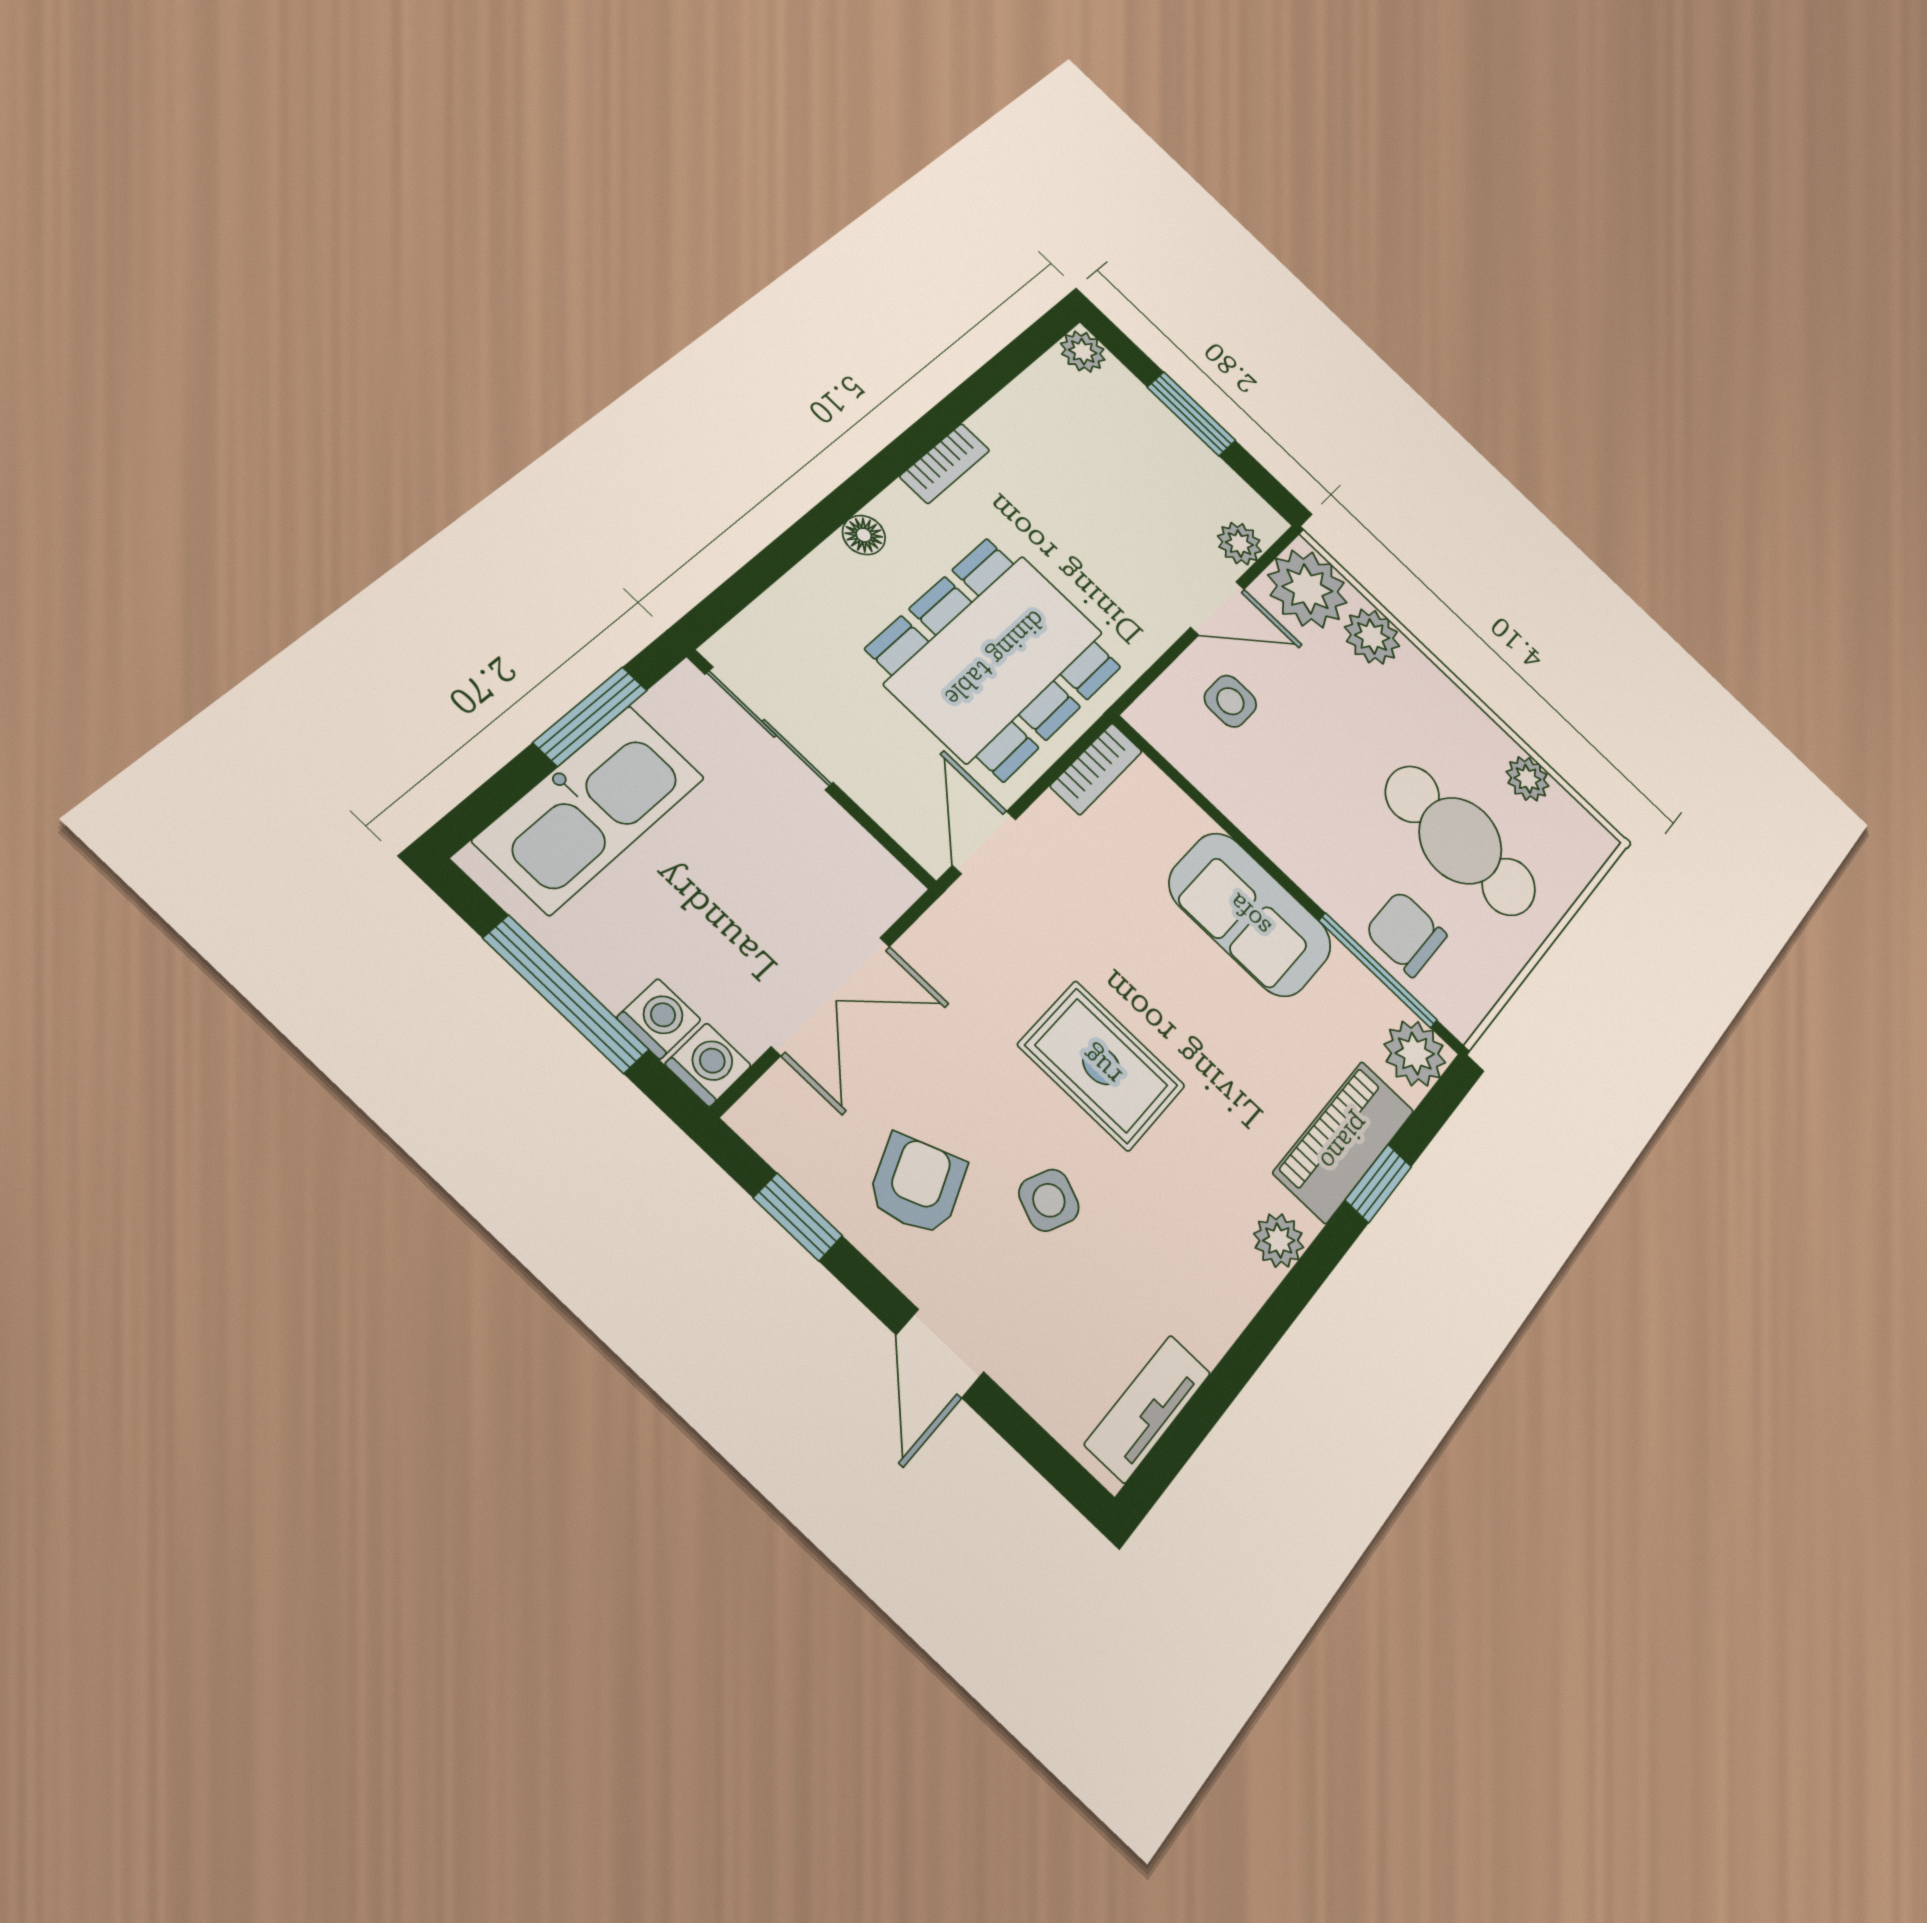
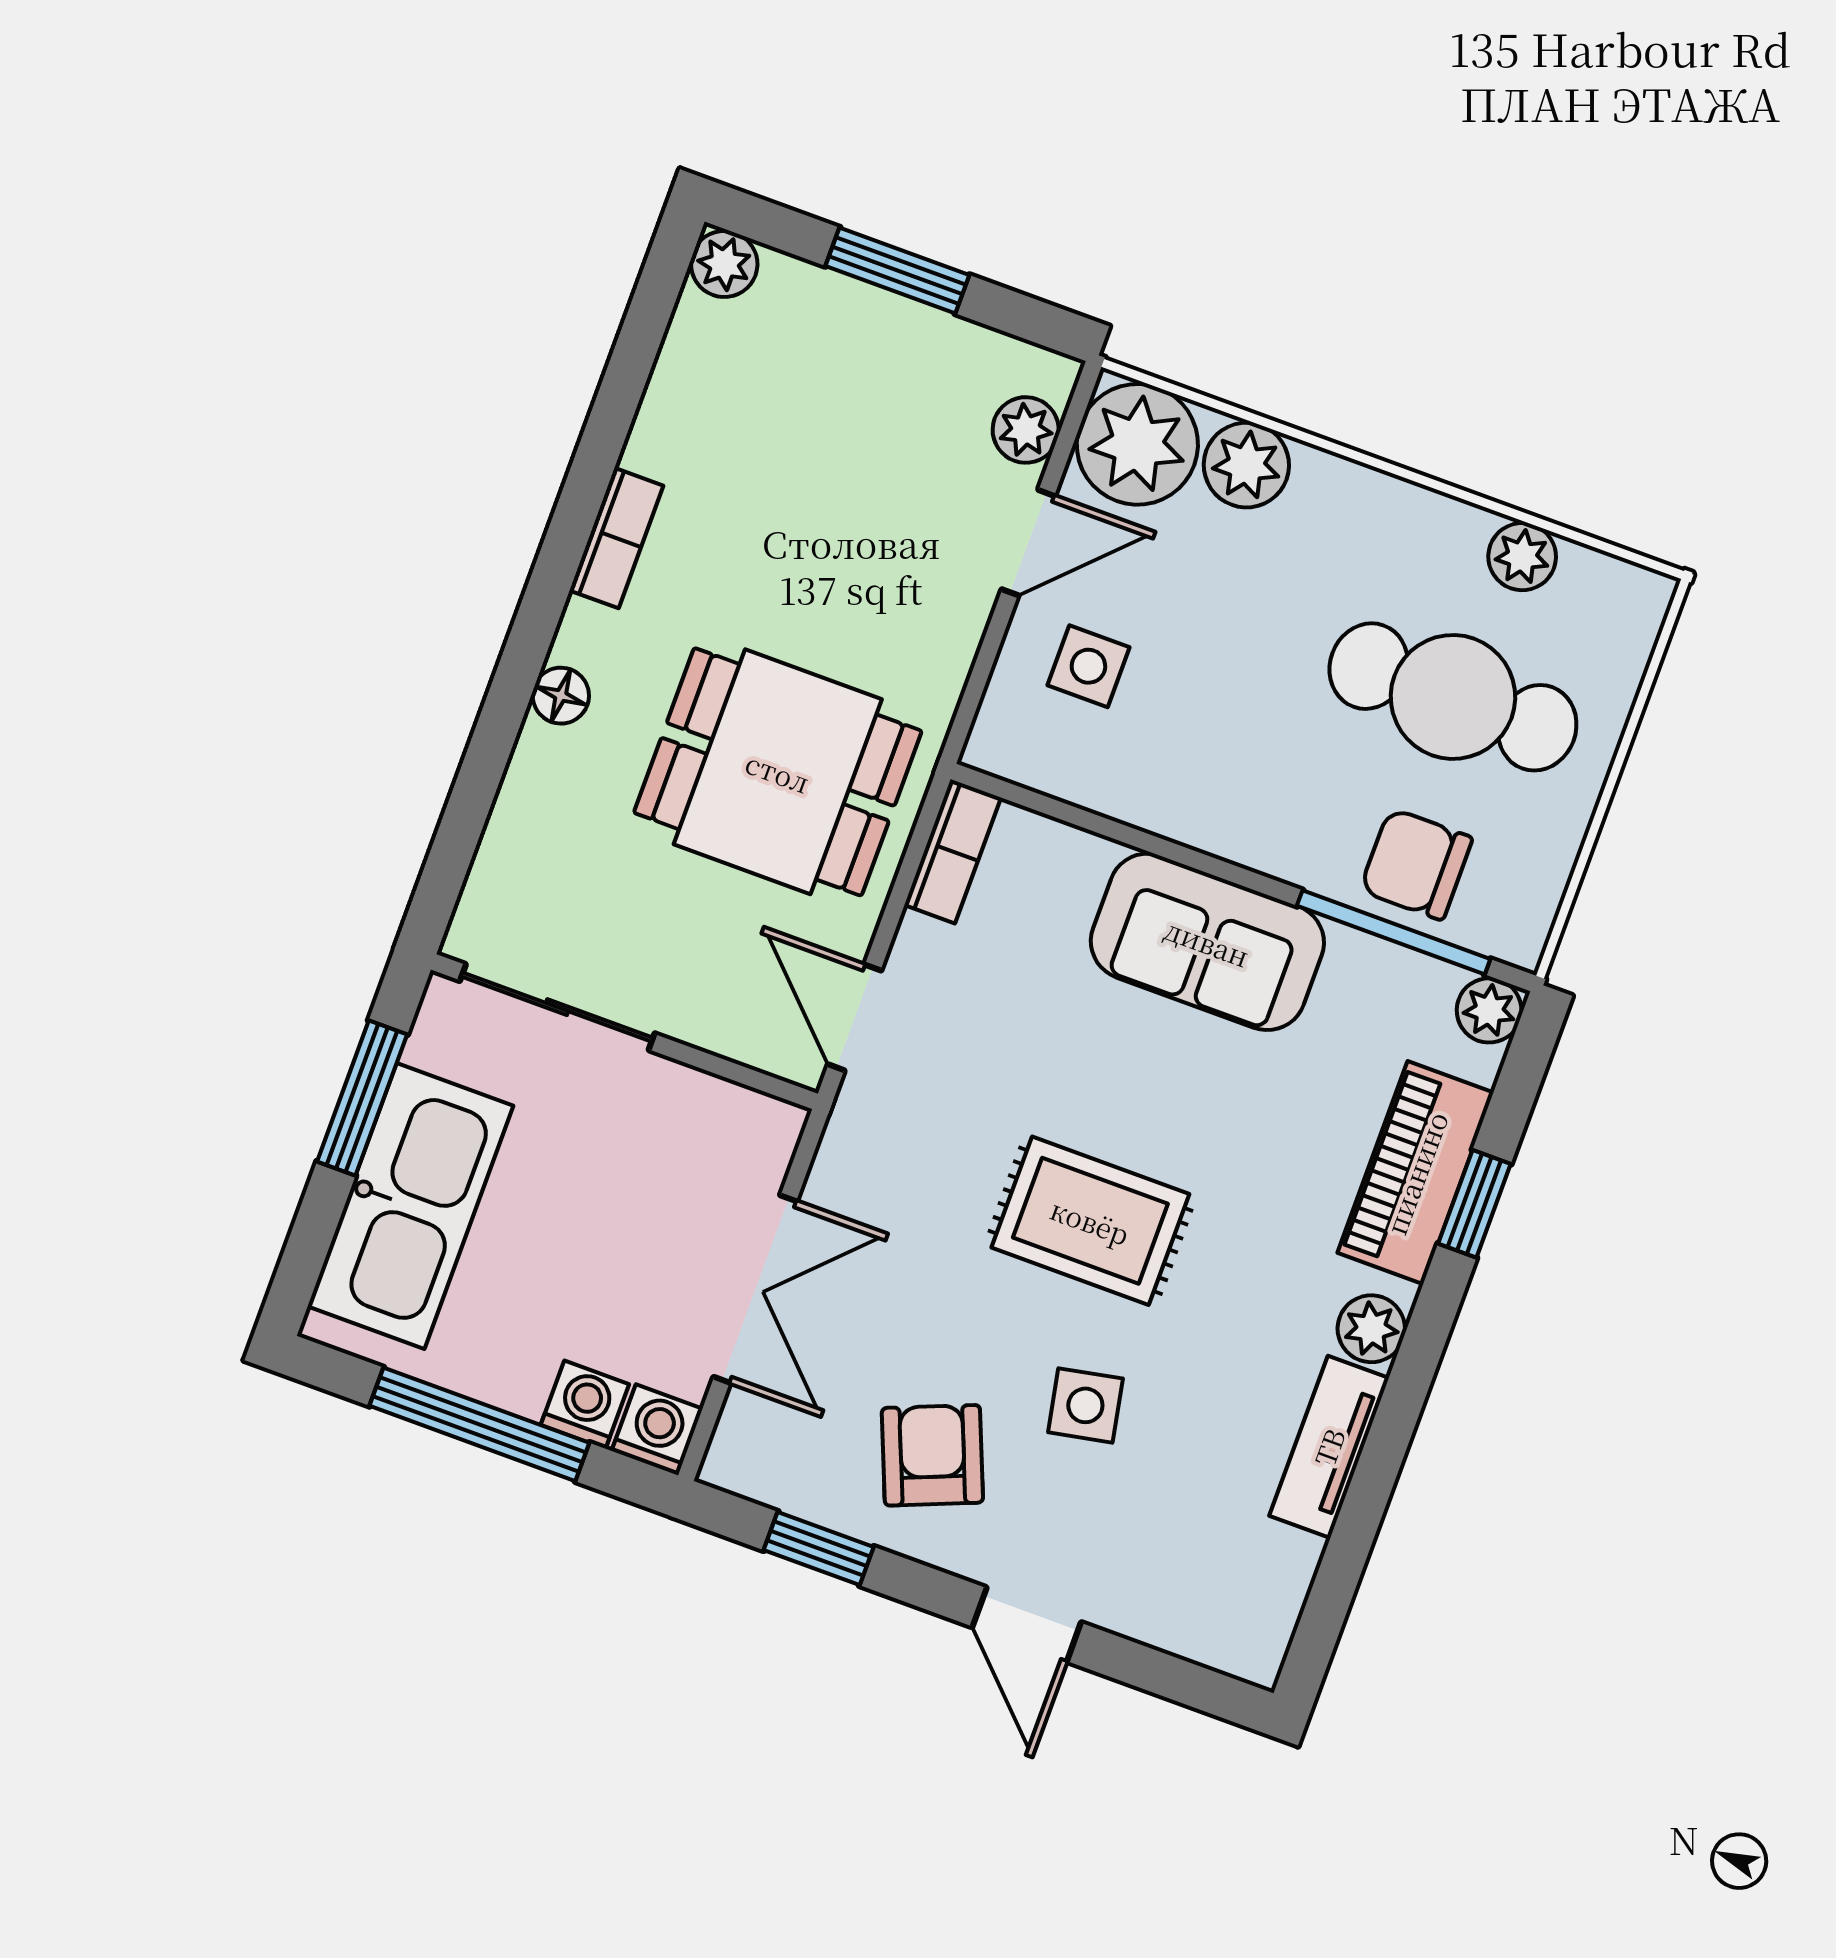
dining table: (995, 658) -> (778, 772), width x0.73
plant: (1415, 1053) -> (1489, 1010), width x0.73, depth x0.73
side table: (1049, 1200) -> (1085, 1405), turned -34
tv unit: (1148, 1408) -> (1329, 1447), moved

